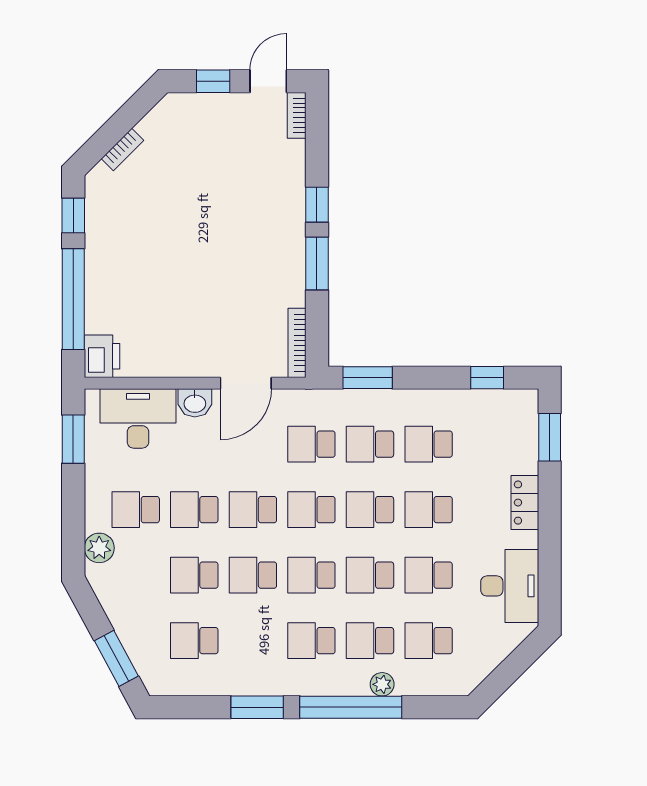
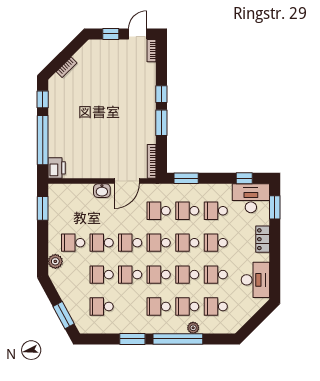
desk: (138, 418) -> (251, 198), moved

